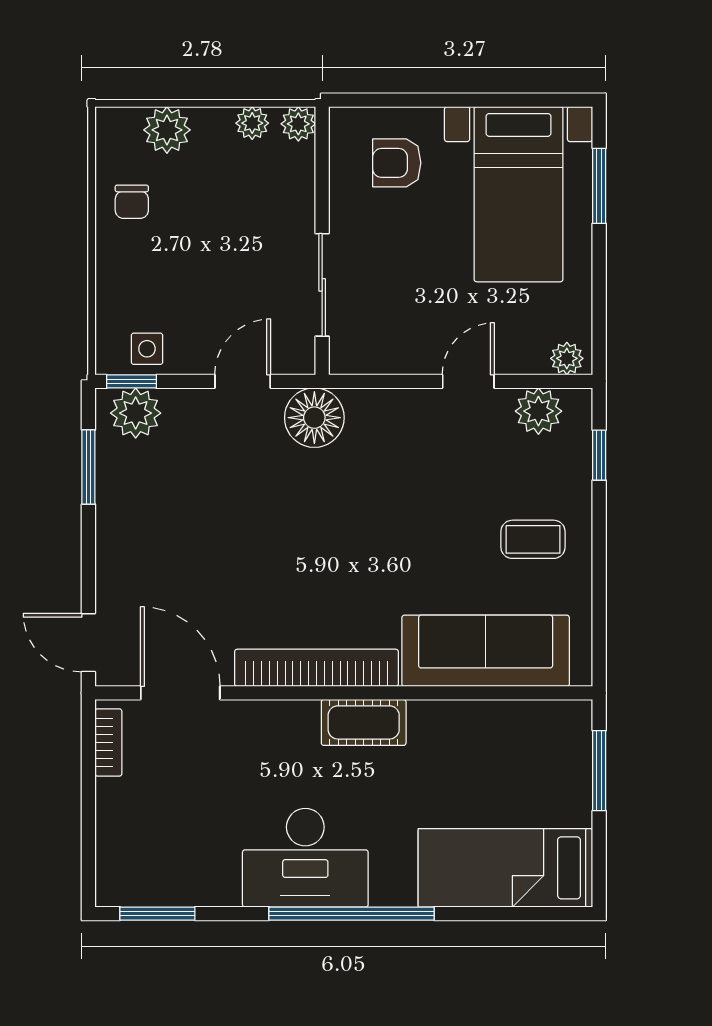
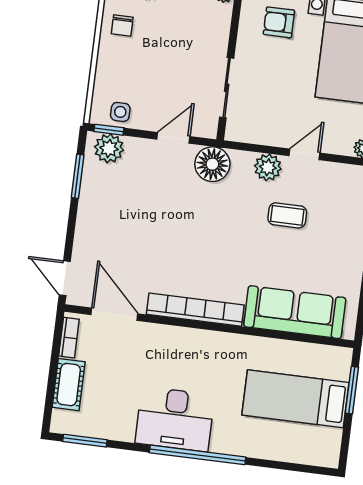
plant: (538, 411) -> (268, 167), moved
coffee table: (533, 539) -> (287, 215), moved
cot: (364, 722) -> (69, 385), moved, turned 90
bed: (505, 868) -> (295, 399), moved

